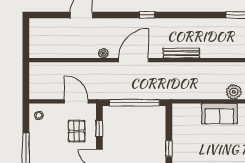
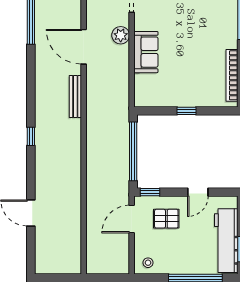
plant: (103, 53) -> (75, 187), removed
door: (134, 60) -> (84, 47), moved
window: (99, 128) -> (150, 192), moved

